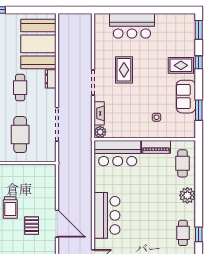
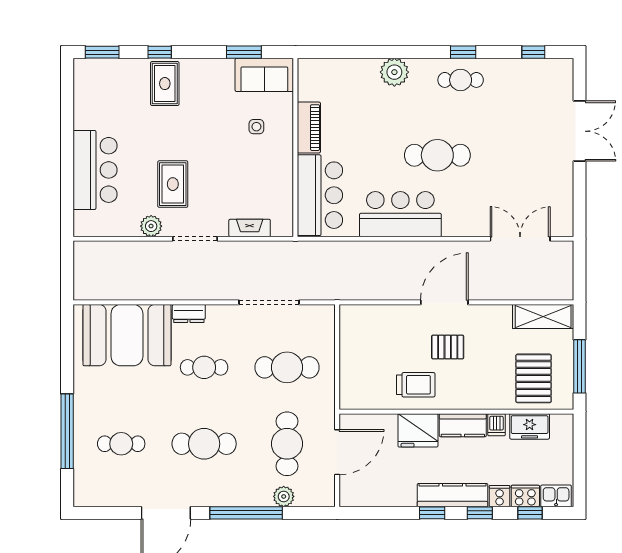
rug: (124, 70) -> (173, 184), turned 90
sofa: (186, 97) -> (264, 75), moved
plant: (100, 132) -> (151, 226), moved
cafe table: (183, 163) -> (437, 155), moved, width x1.37, depth x1.35
bar counter: (107, 215) -> (400, 214), moved

